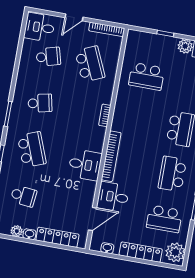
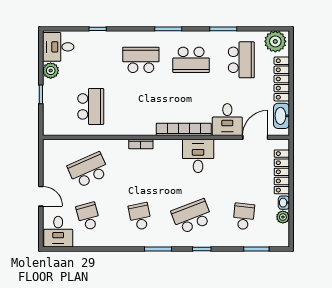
bookcase: (107, 29) -> (48, 159), removed
door: (92, 219) -> (255, 137), hinge flipped
washbasin: (107, 248) -> (282, 116), width x1.91, depth x1.45

